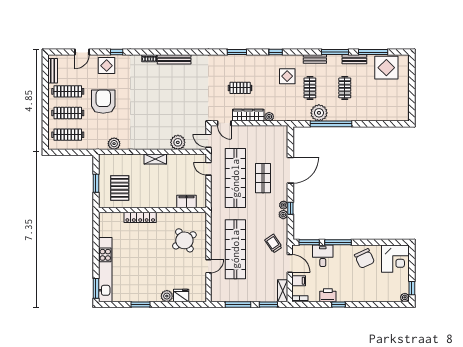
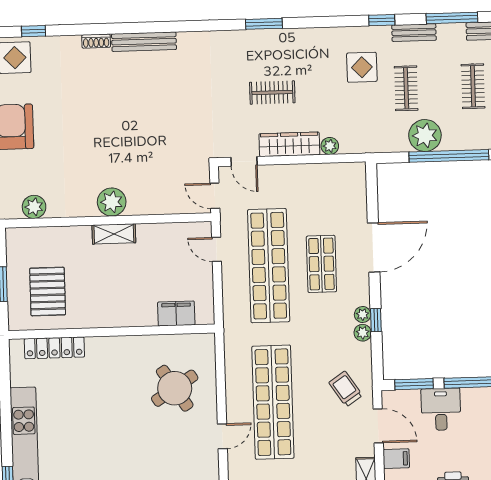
window: (276, 52) -> (382, 20), moved
plant: (178, 142) -> (112, 202), moved
locker: (140, 217) -> (54, 348), moved

